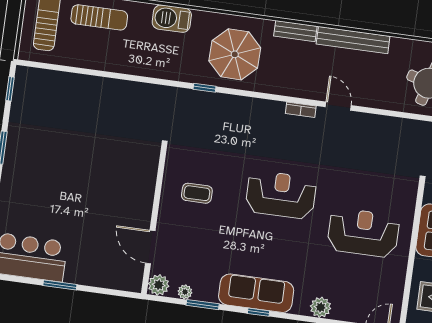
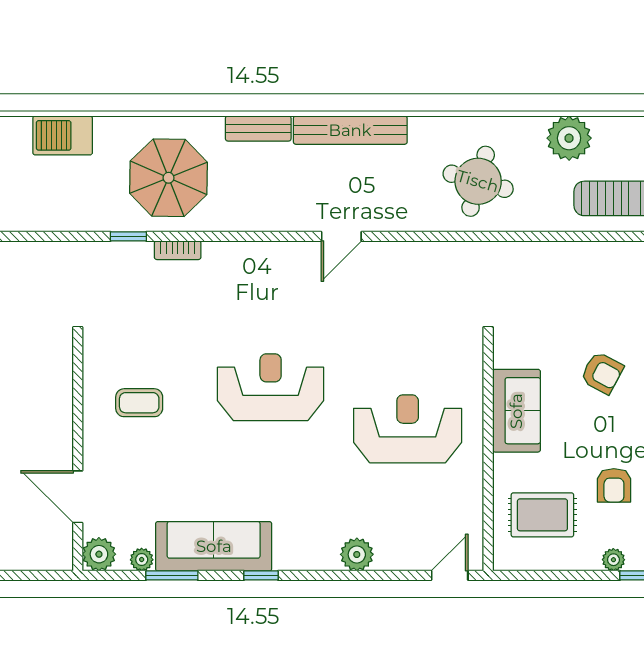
door: (338, 106) -> (341, 236), swing flipped
bookcase: (301, 110) -> (178, 250), moved
sofa: (256, 293) -> (214, 546), moved

